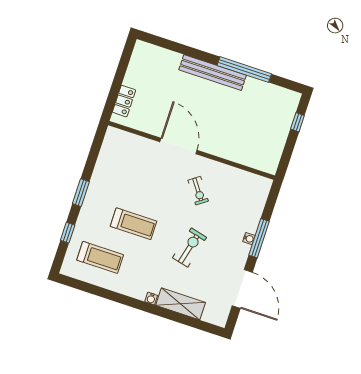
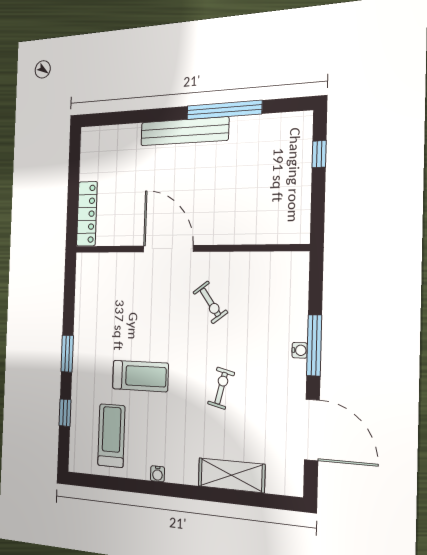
locker: (124, 101) -> (87, 214), width x1.53
exercise bike: (190, 248) -> (221, 388), width x0.73, depth x0.72
treadmill: (100, 257) -> (111, 436), turned -90
water cooler: (151, 299) -> (157, 474), moved

